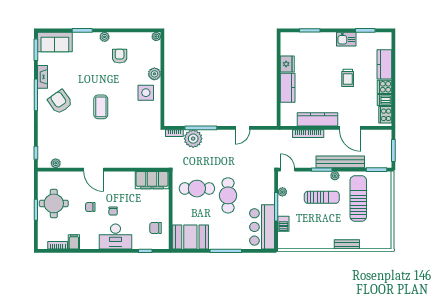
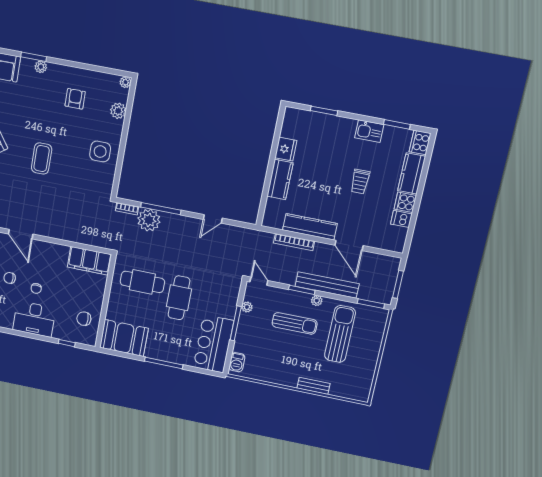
plant: (105, 37) -> (41, 67), moved
plant: (154, 74) -> (118, 111), moved
cooker: (385, 115) -> (420, 142), moved
barbecue: (283, 224) -> (237, 362), moved

